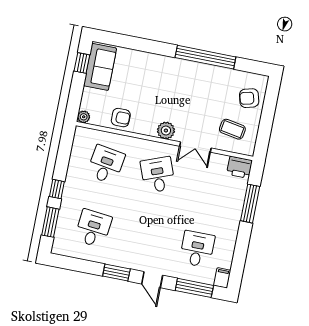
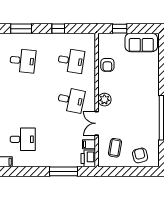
window: (82, 63) -> (120, 29), moved
plant: (84, 117) -> (103, 38), removed
filing cabinet: (221, 163) -> (89, 144), added
desk: (158, 175) -> (71, 100), turned 33
window: (57, 189) -> (58, 29), moved

